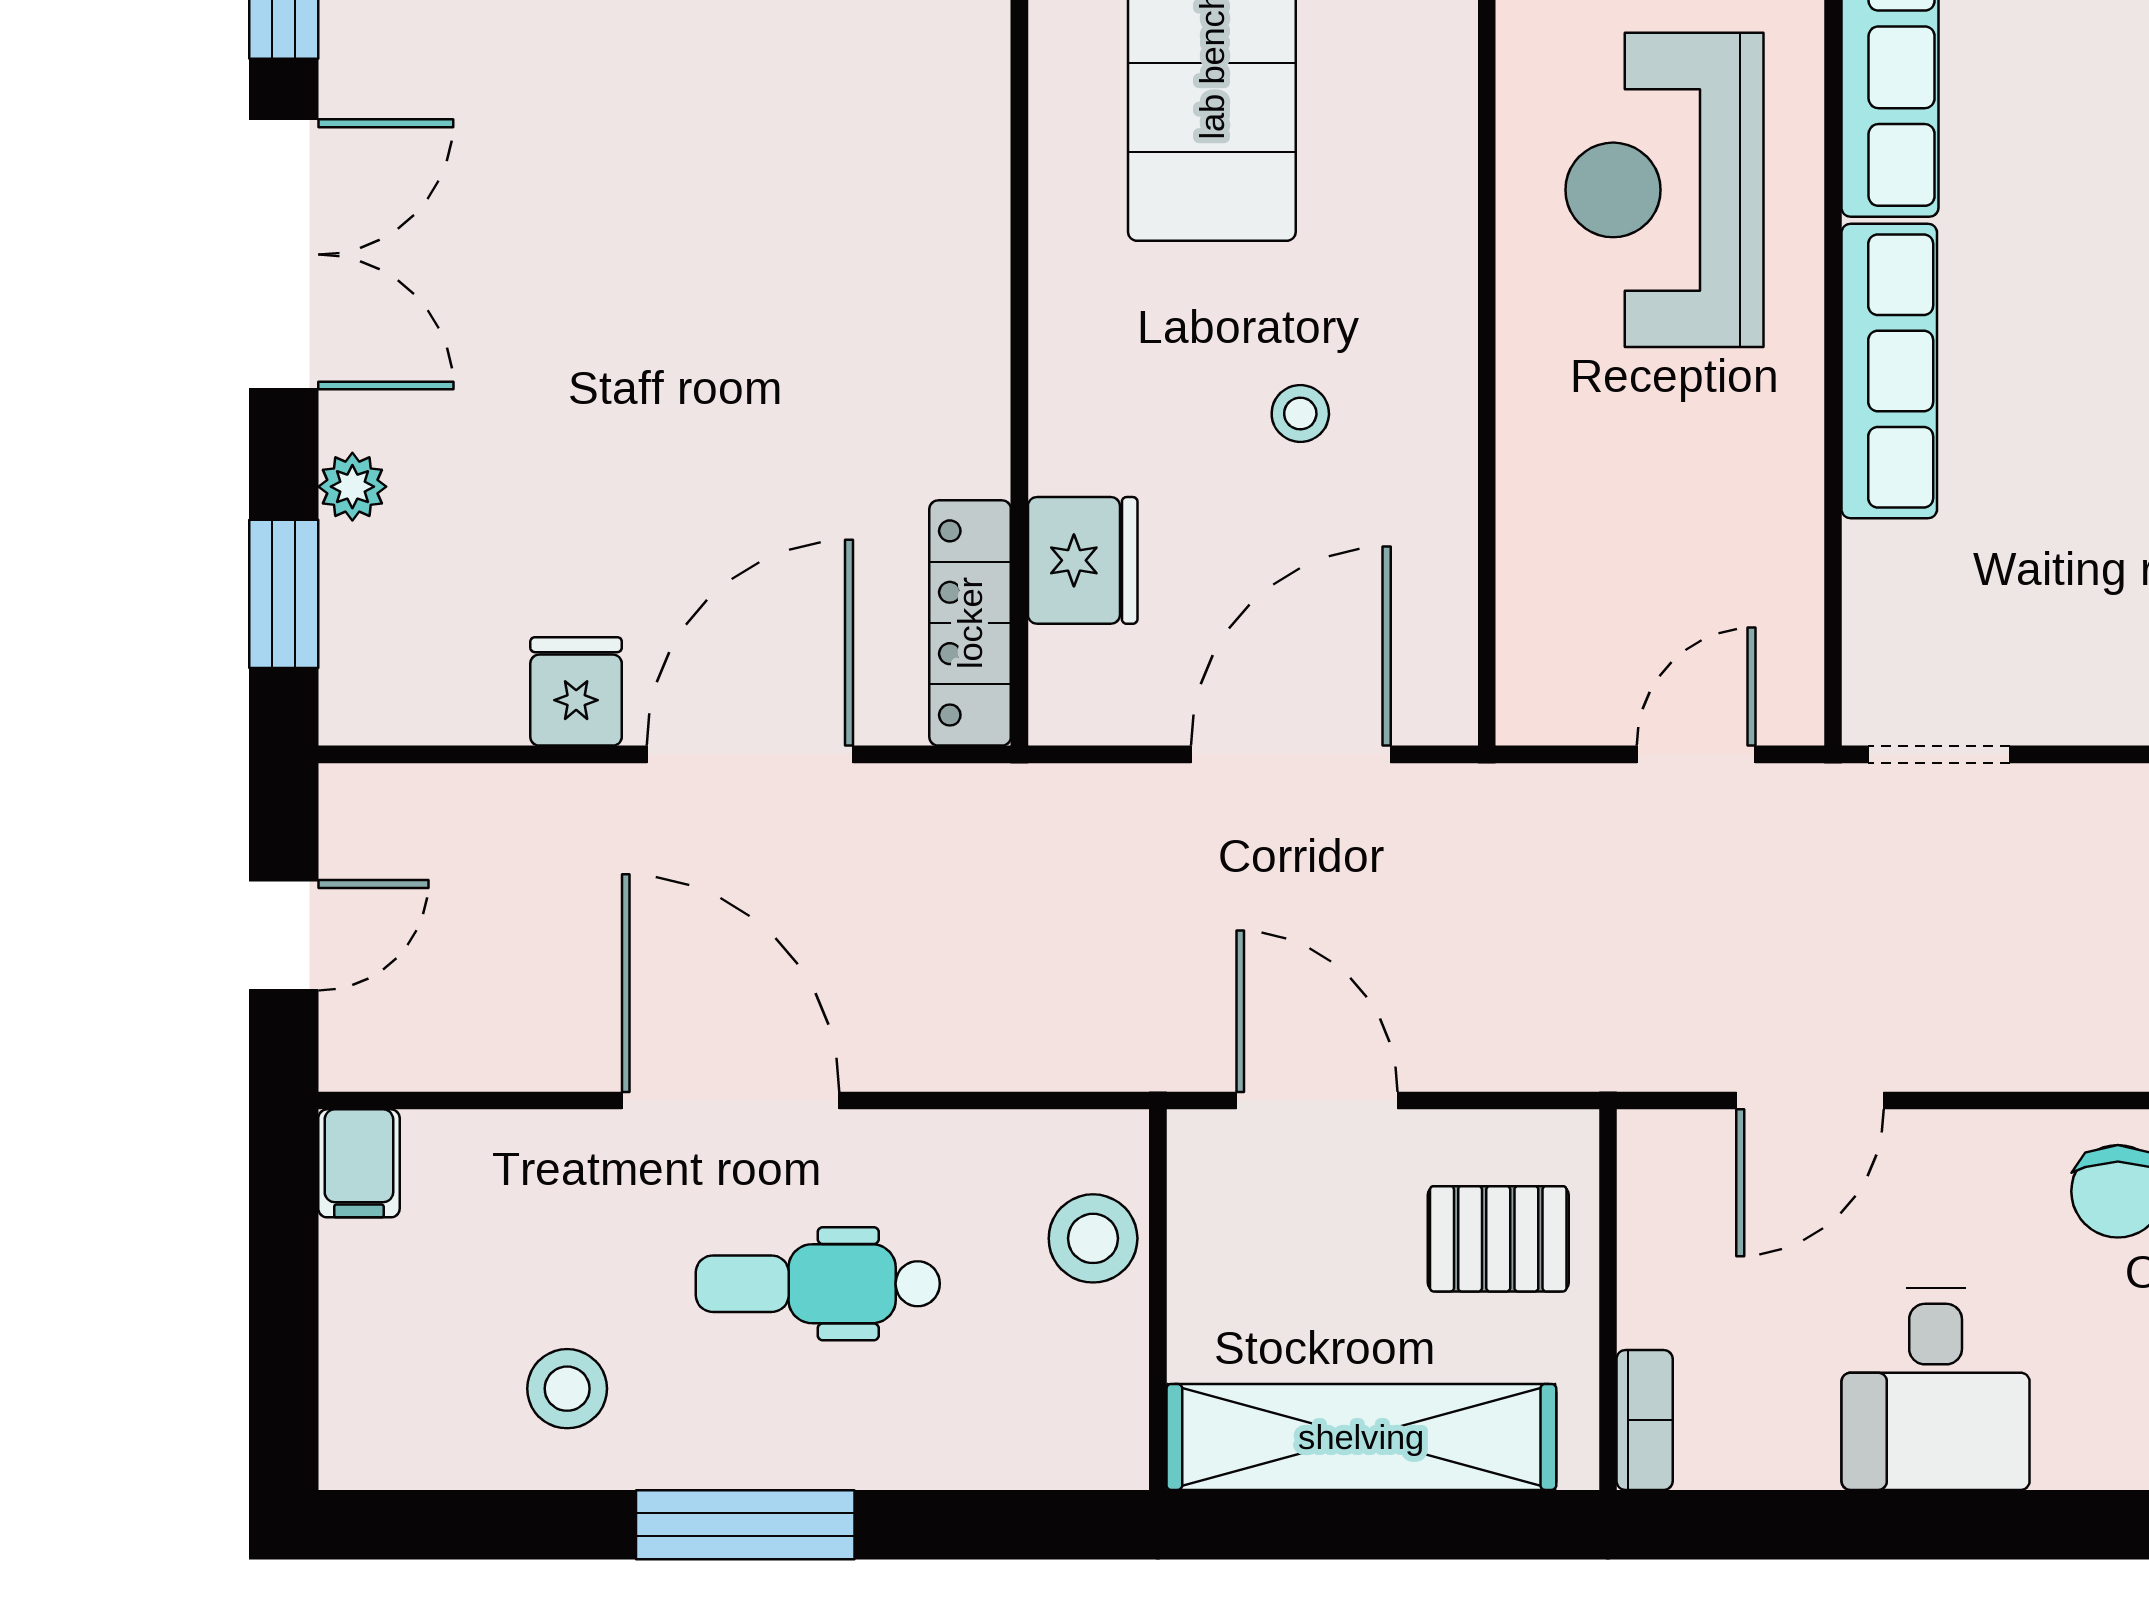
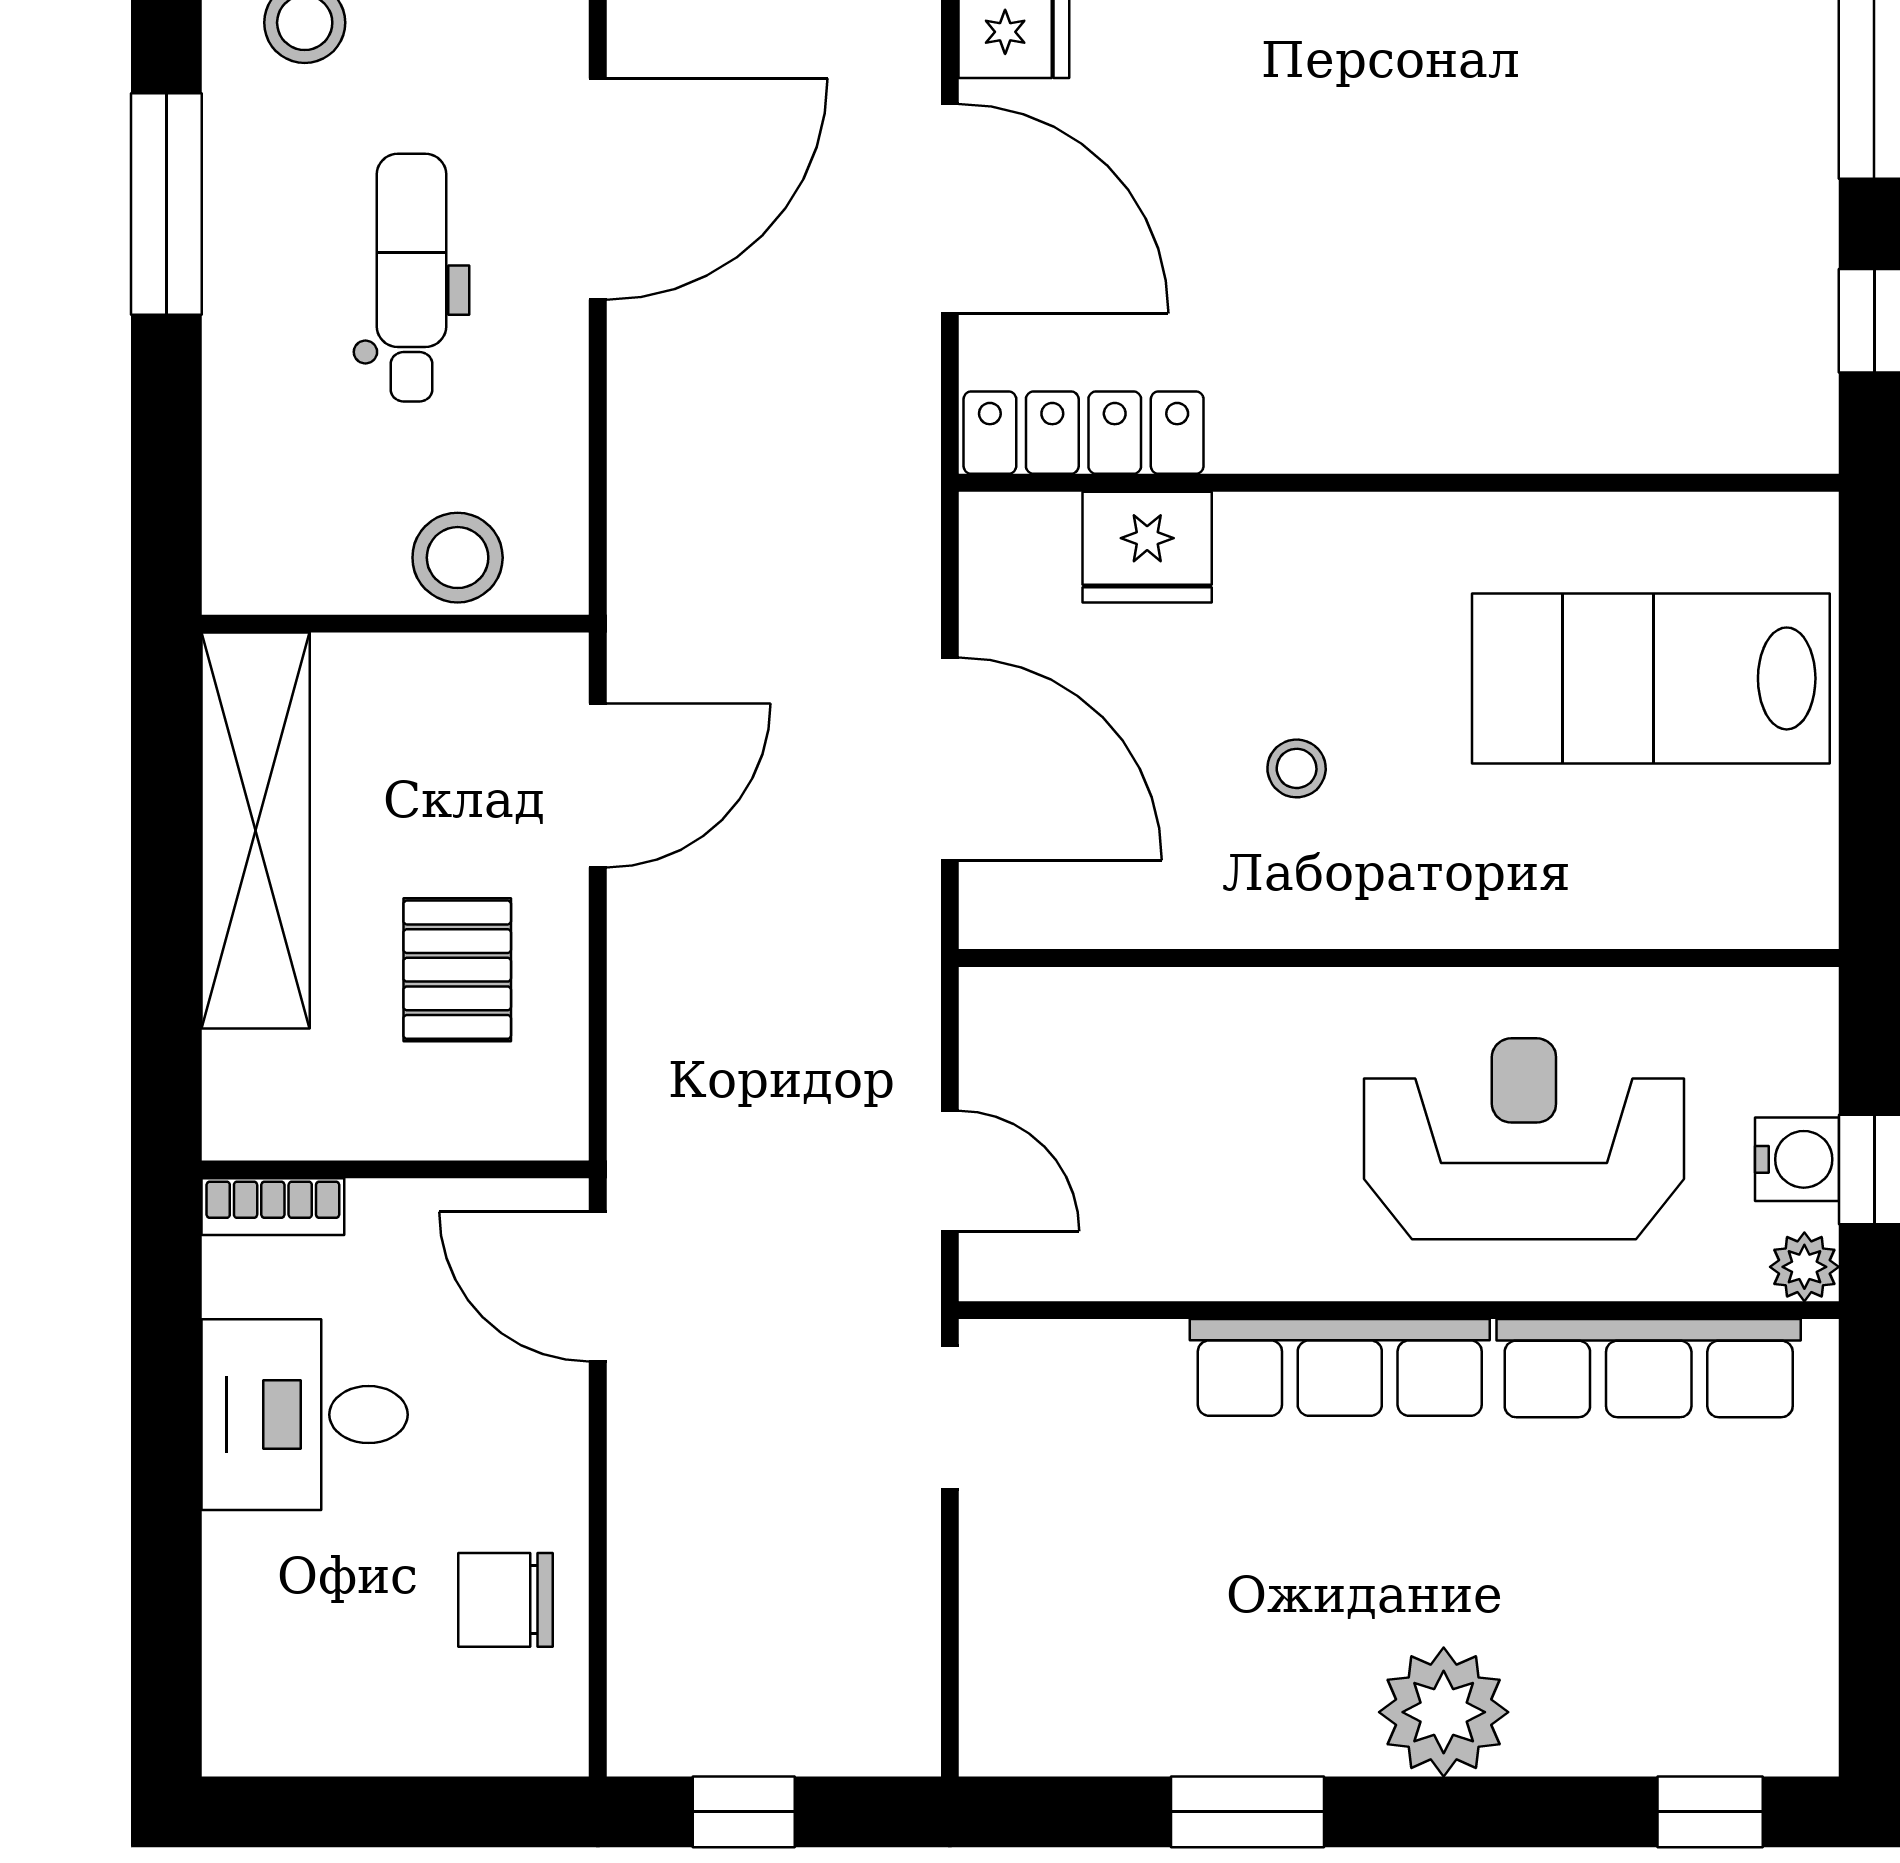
wall: (1608, 1300) -> (395, 1169), moved
bookcase: (1645, 1420) -> (273, 1207), moved

